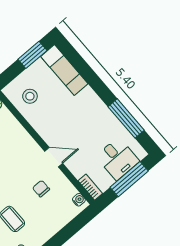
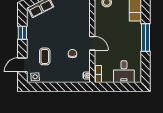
window: (126, 118) -> (146, 37), moved
window: (129, 179) -> (121, 87), removed

